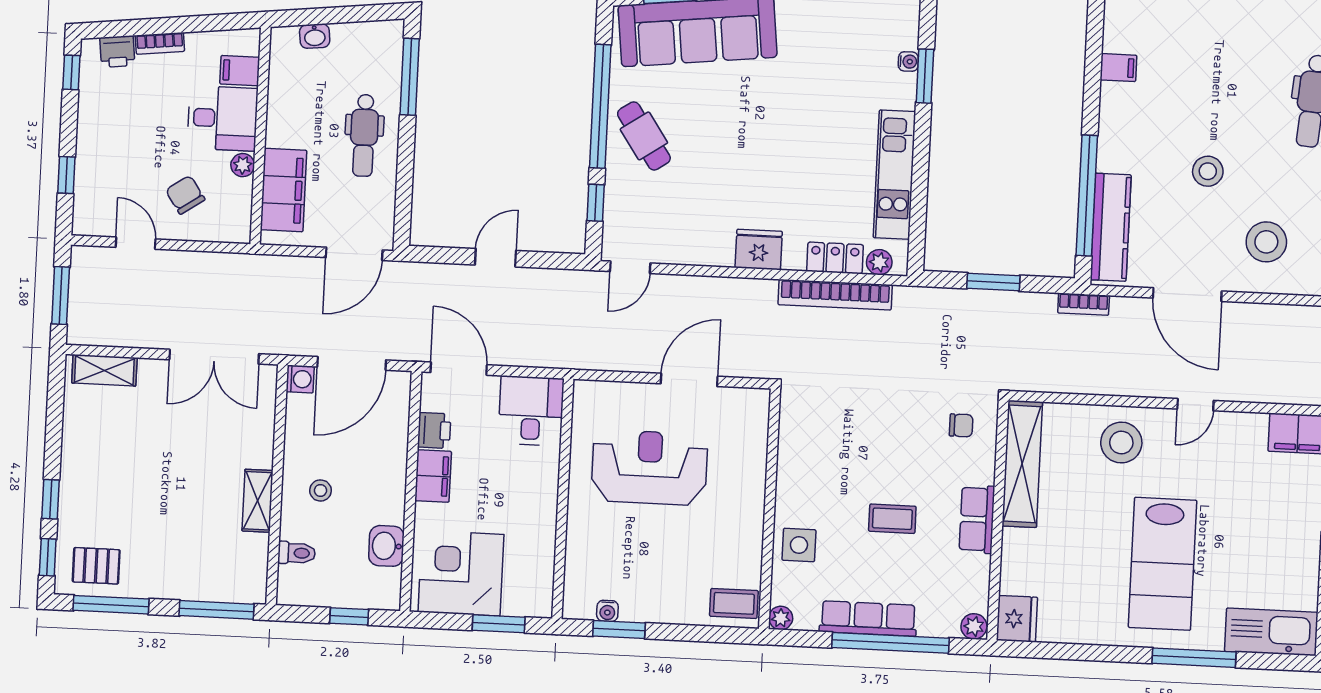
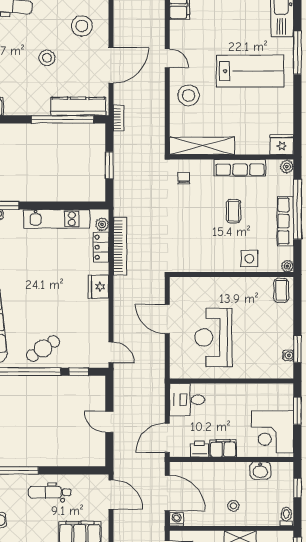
dental chair: (364, 135) -> (50, 492), turned 180
row of seats: (977, 519) -> (240, 168), width x1.48
toilet: (297, 553) -> (286, 517), moved

